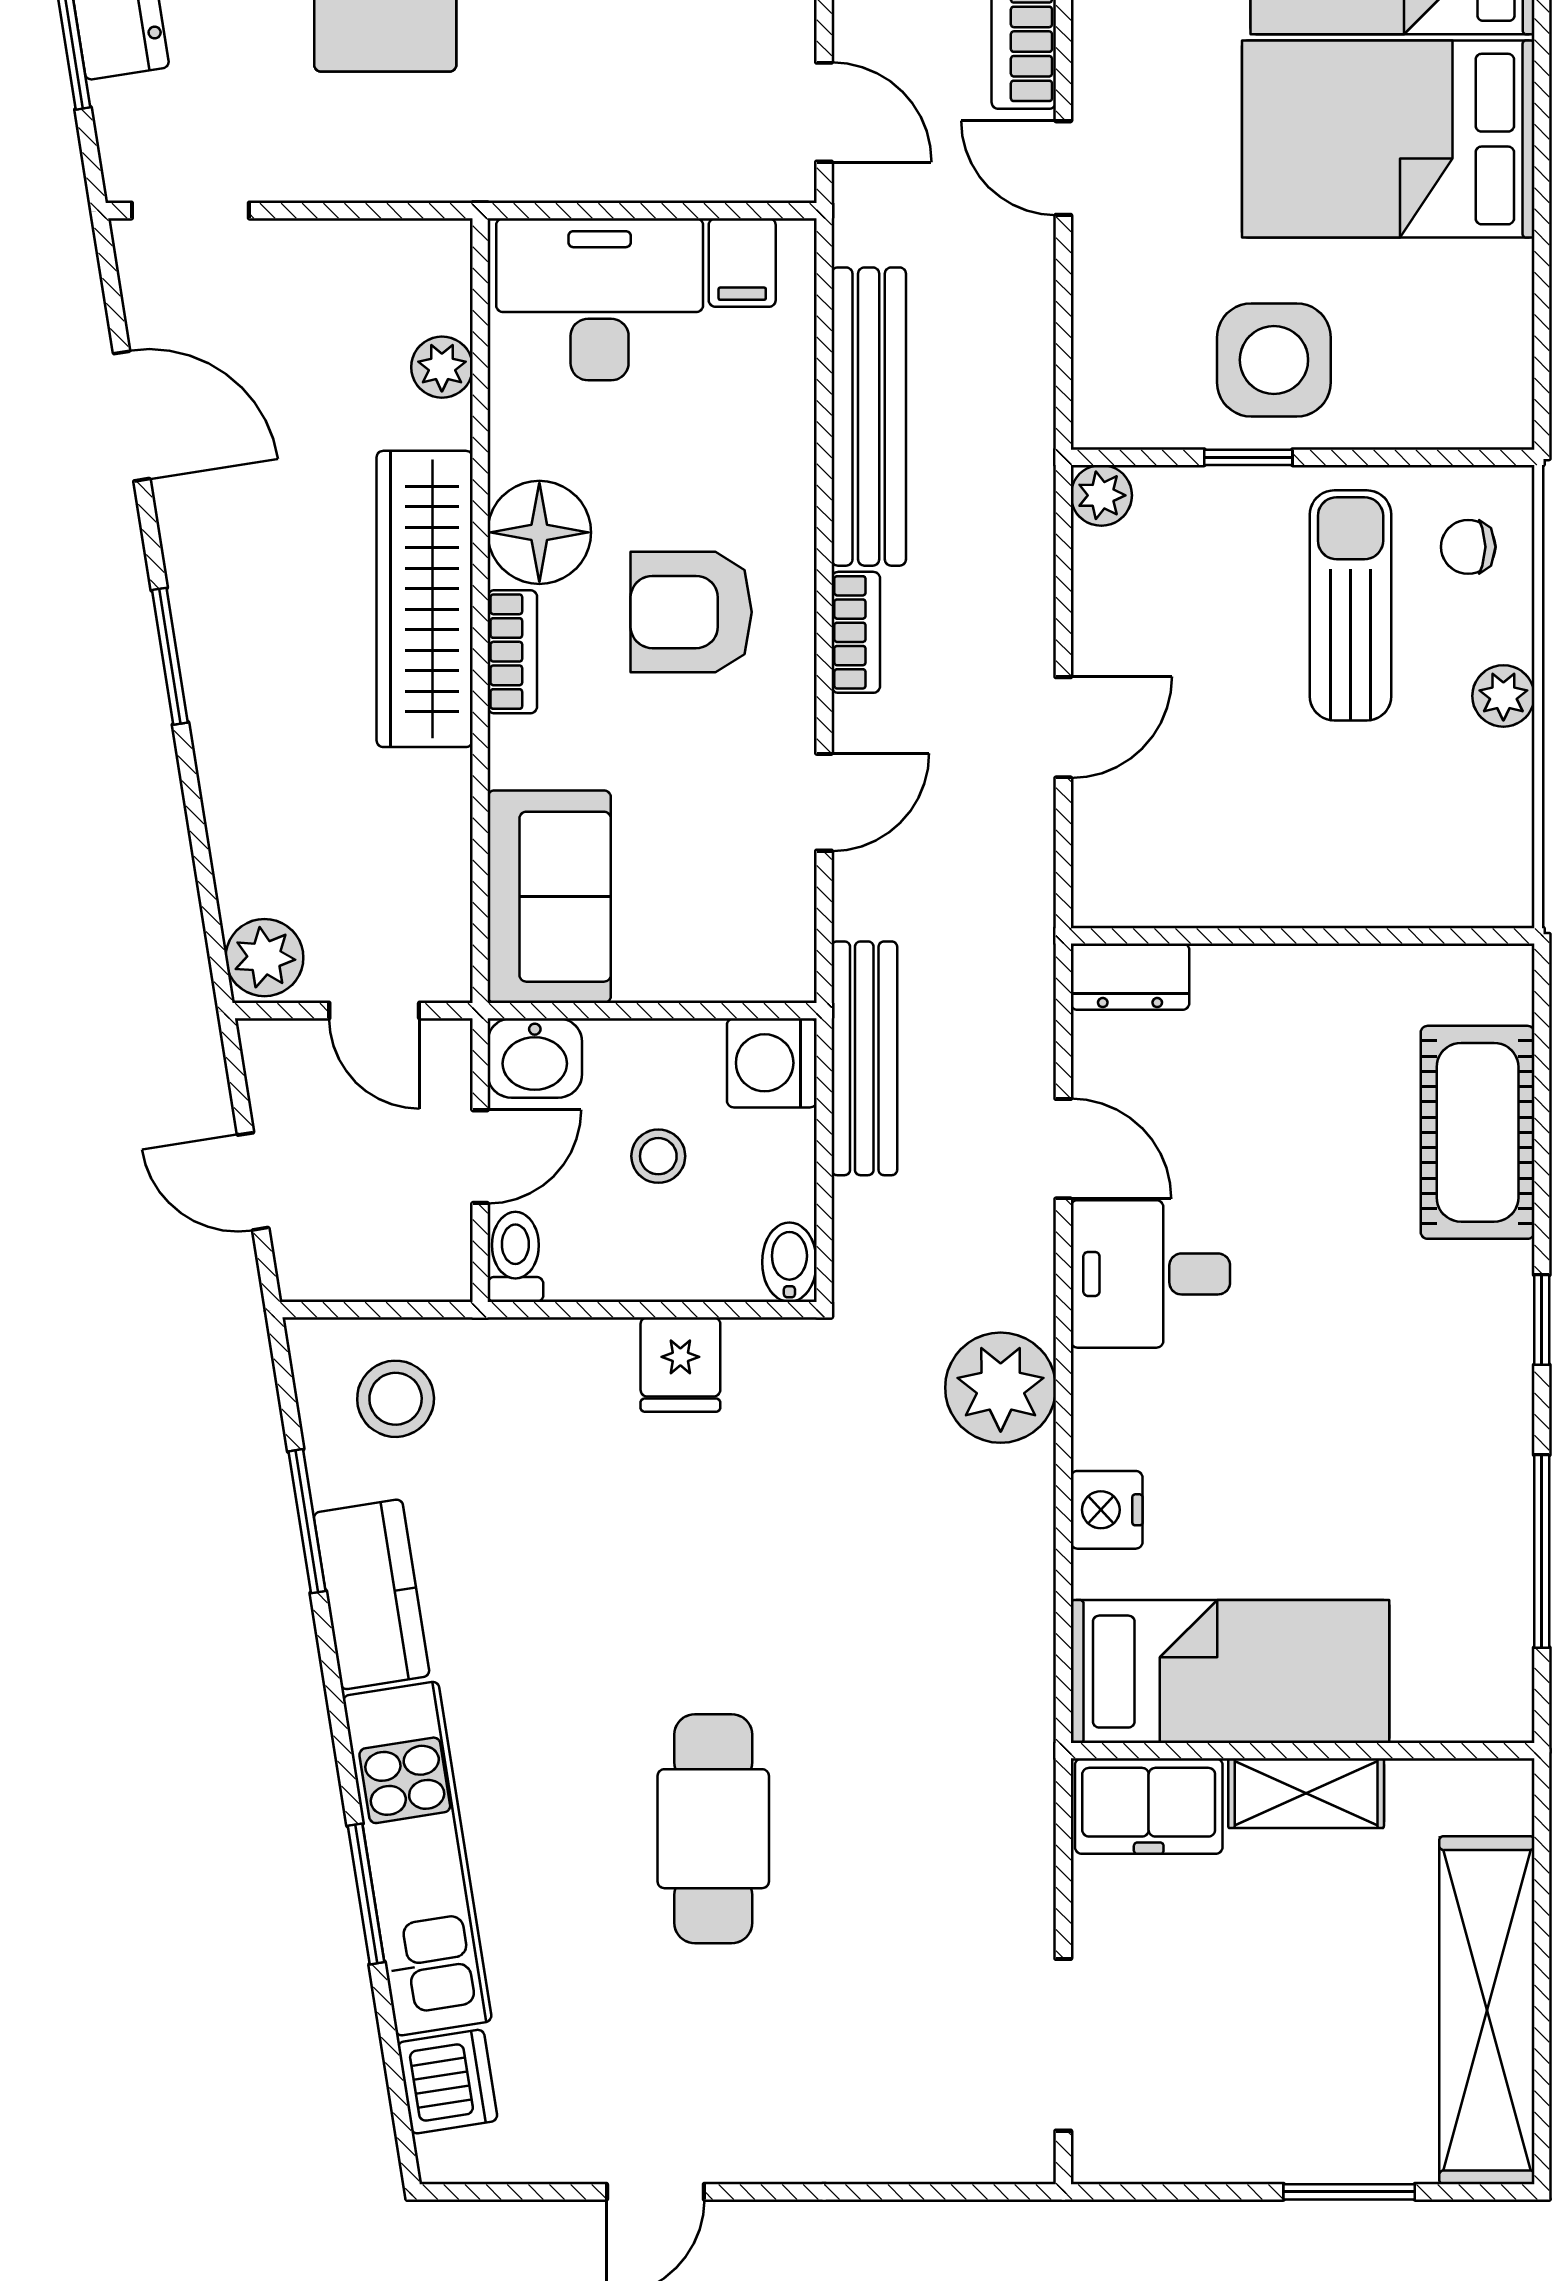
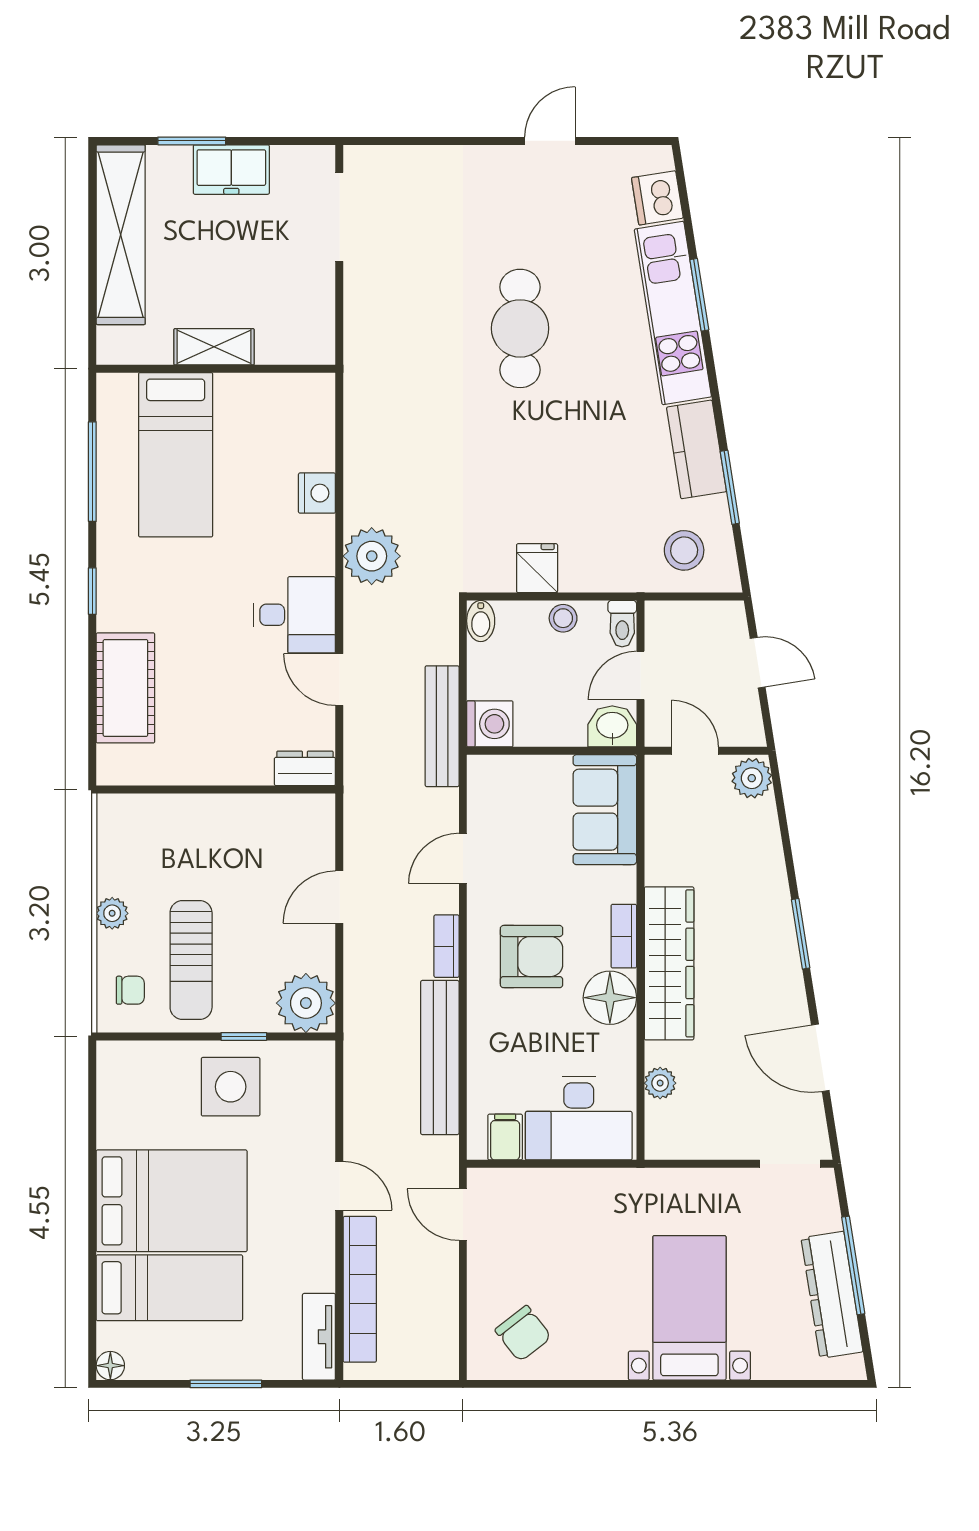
plant: (1101, 495) -> (306, 1003), width x1.88, depth x1.88
stool: (658, 1156) -> (563, 618), moved
bed: (1230, 1672) -> (176, 455), moved, turned -90
freezer: (1149, 1806) -> (231, 170), moved, turned 180

